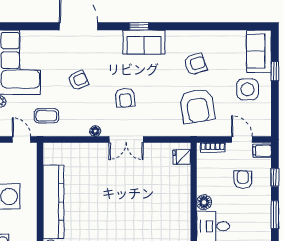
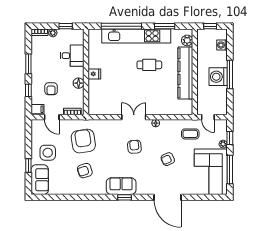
fridge: (182, 157) -> (94, 74), moved
floor lamp: (204, 202) -> (79, 83), moved
cafe table: (104, 213) -> (149, 65), added

